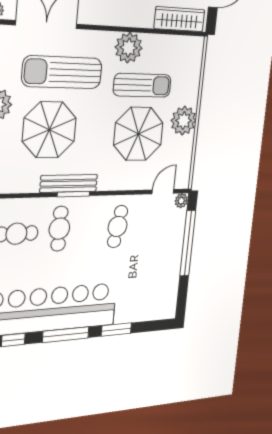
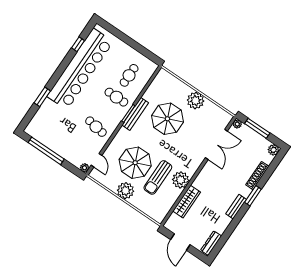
wardrobe: (179, 19) -> (187, 202), moved
sun lounger: (62, 72) -> (190, 140), removed
window: (188, 243) -> (46, 151), moved
window: (66, 335) -> (60, 70), removed

